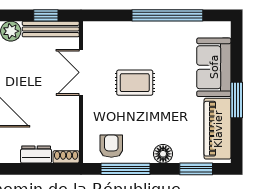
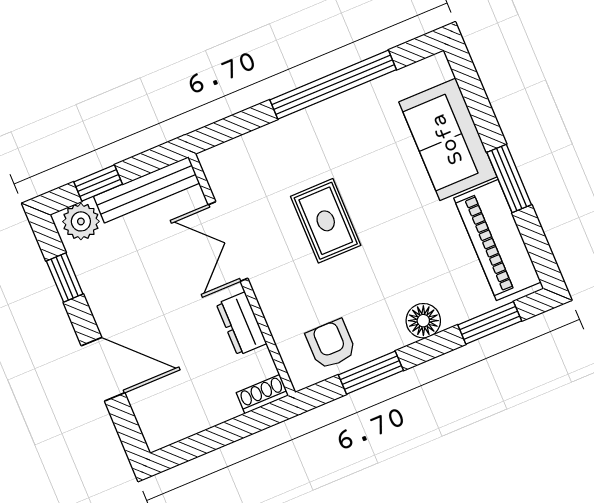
window: (46, 15) -> (98, 183), moved
rug: (135, 83) -> (326, 221), turned 90
dresser: (36, 155) -> (241, 324), moved, turned -90
window: (125, 169) -> (371, 373), width x0.69

